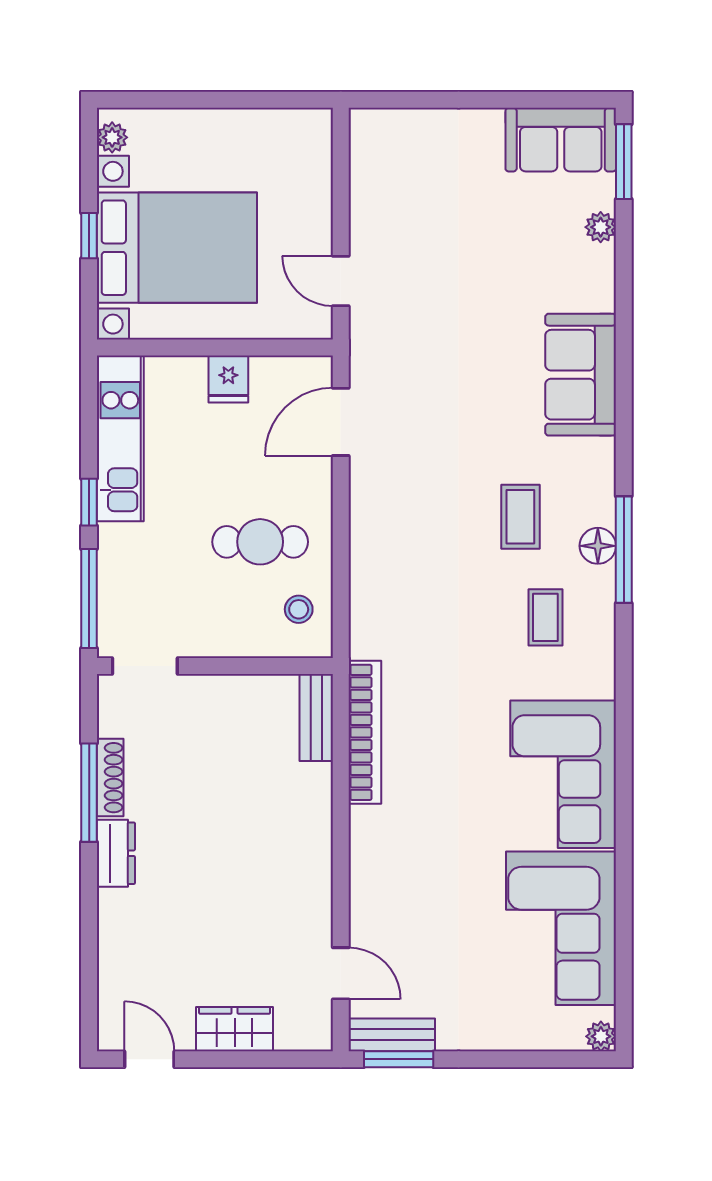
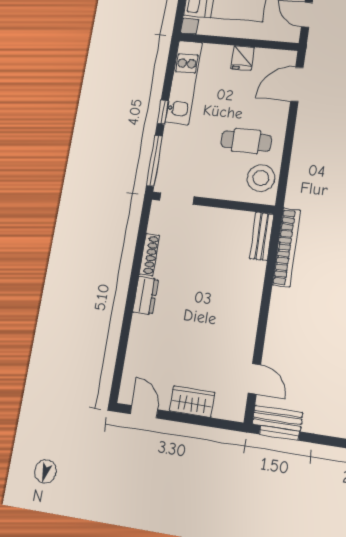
stool: (299, 609) -> (261, 178), width x1.89, depth x1.89
window: (89, 793) -> (137, 261), removed

